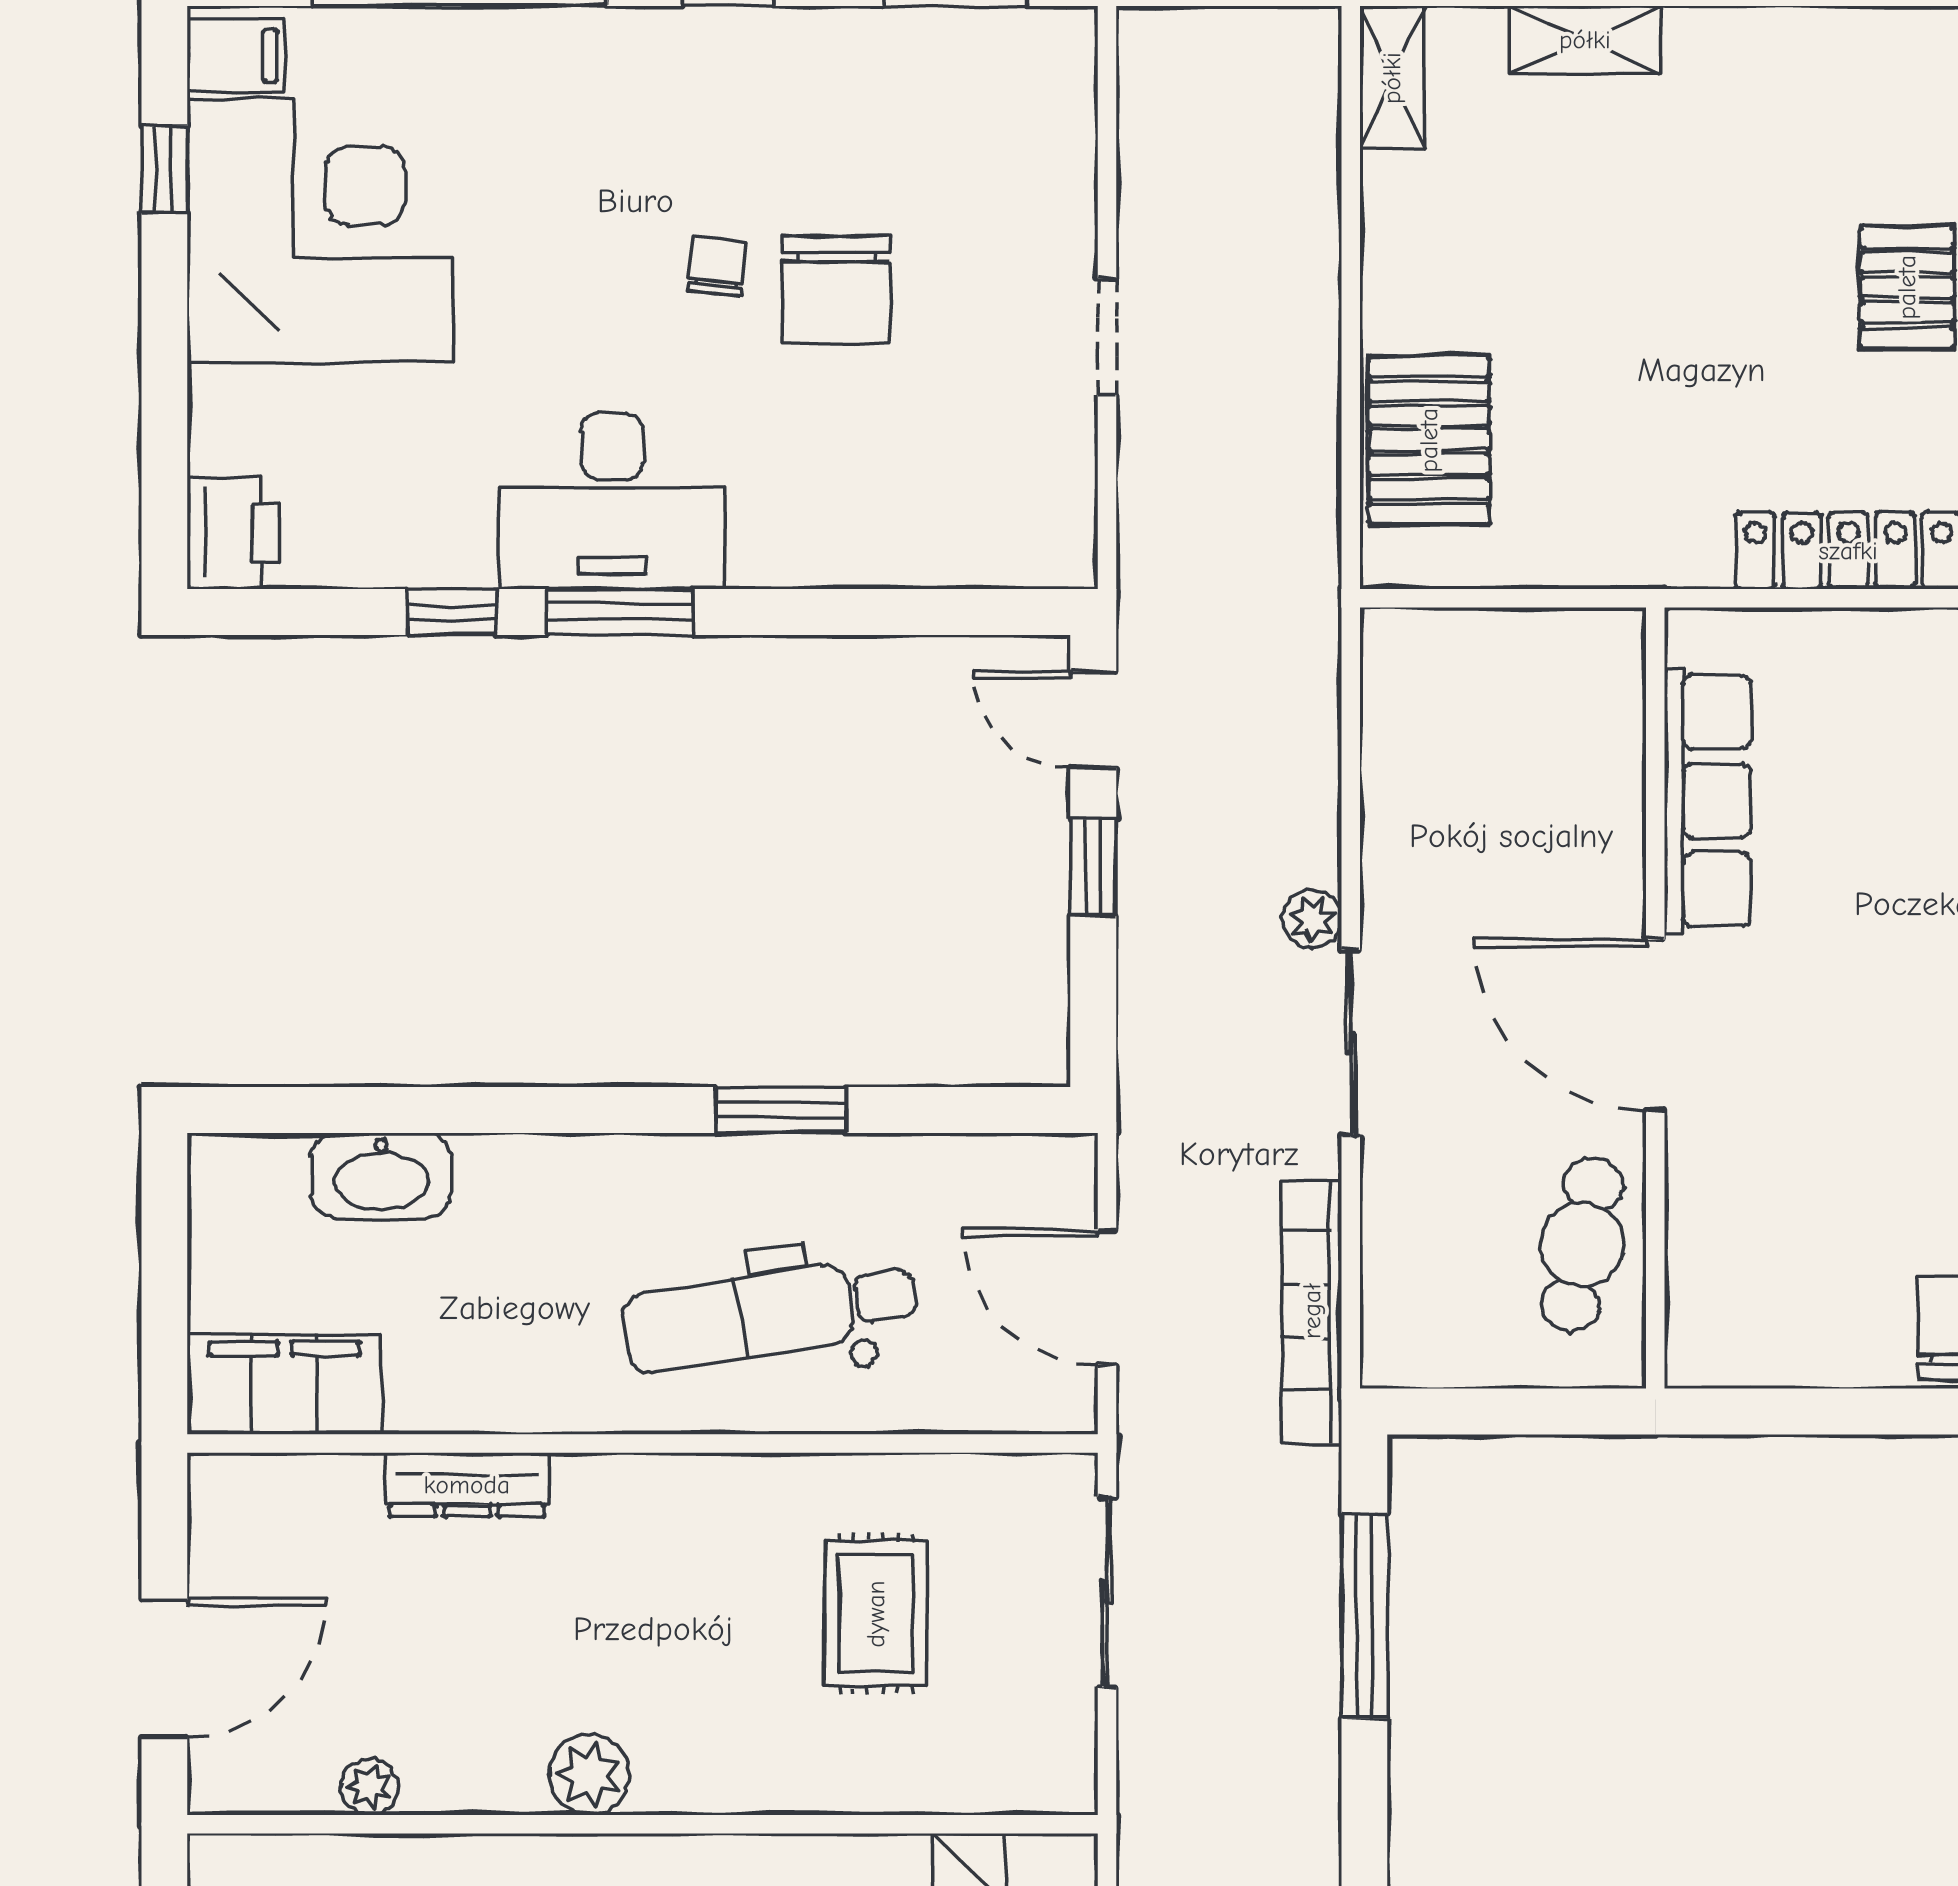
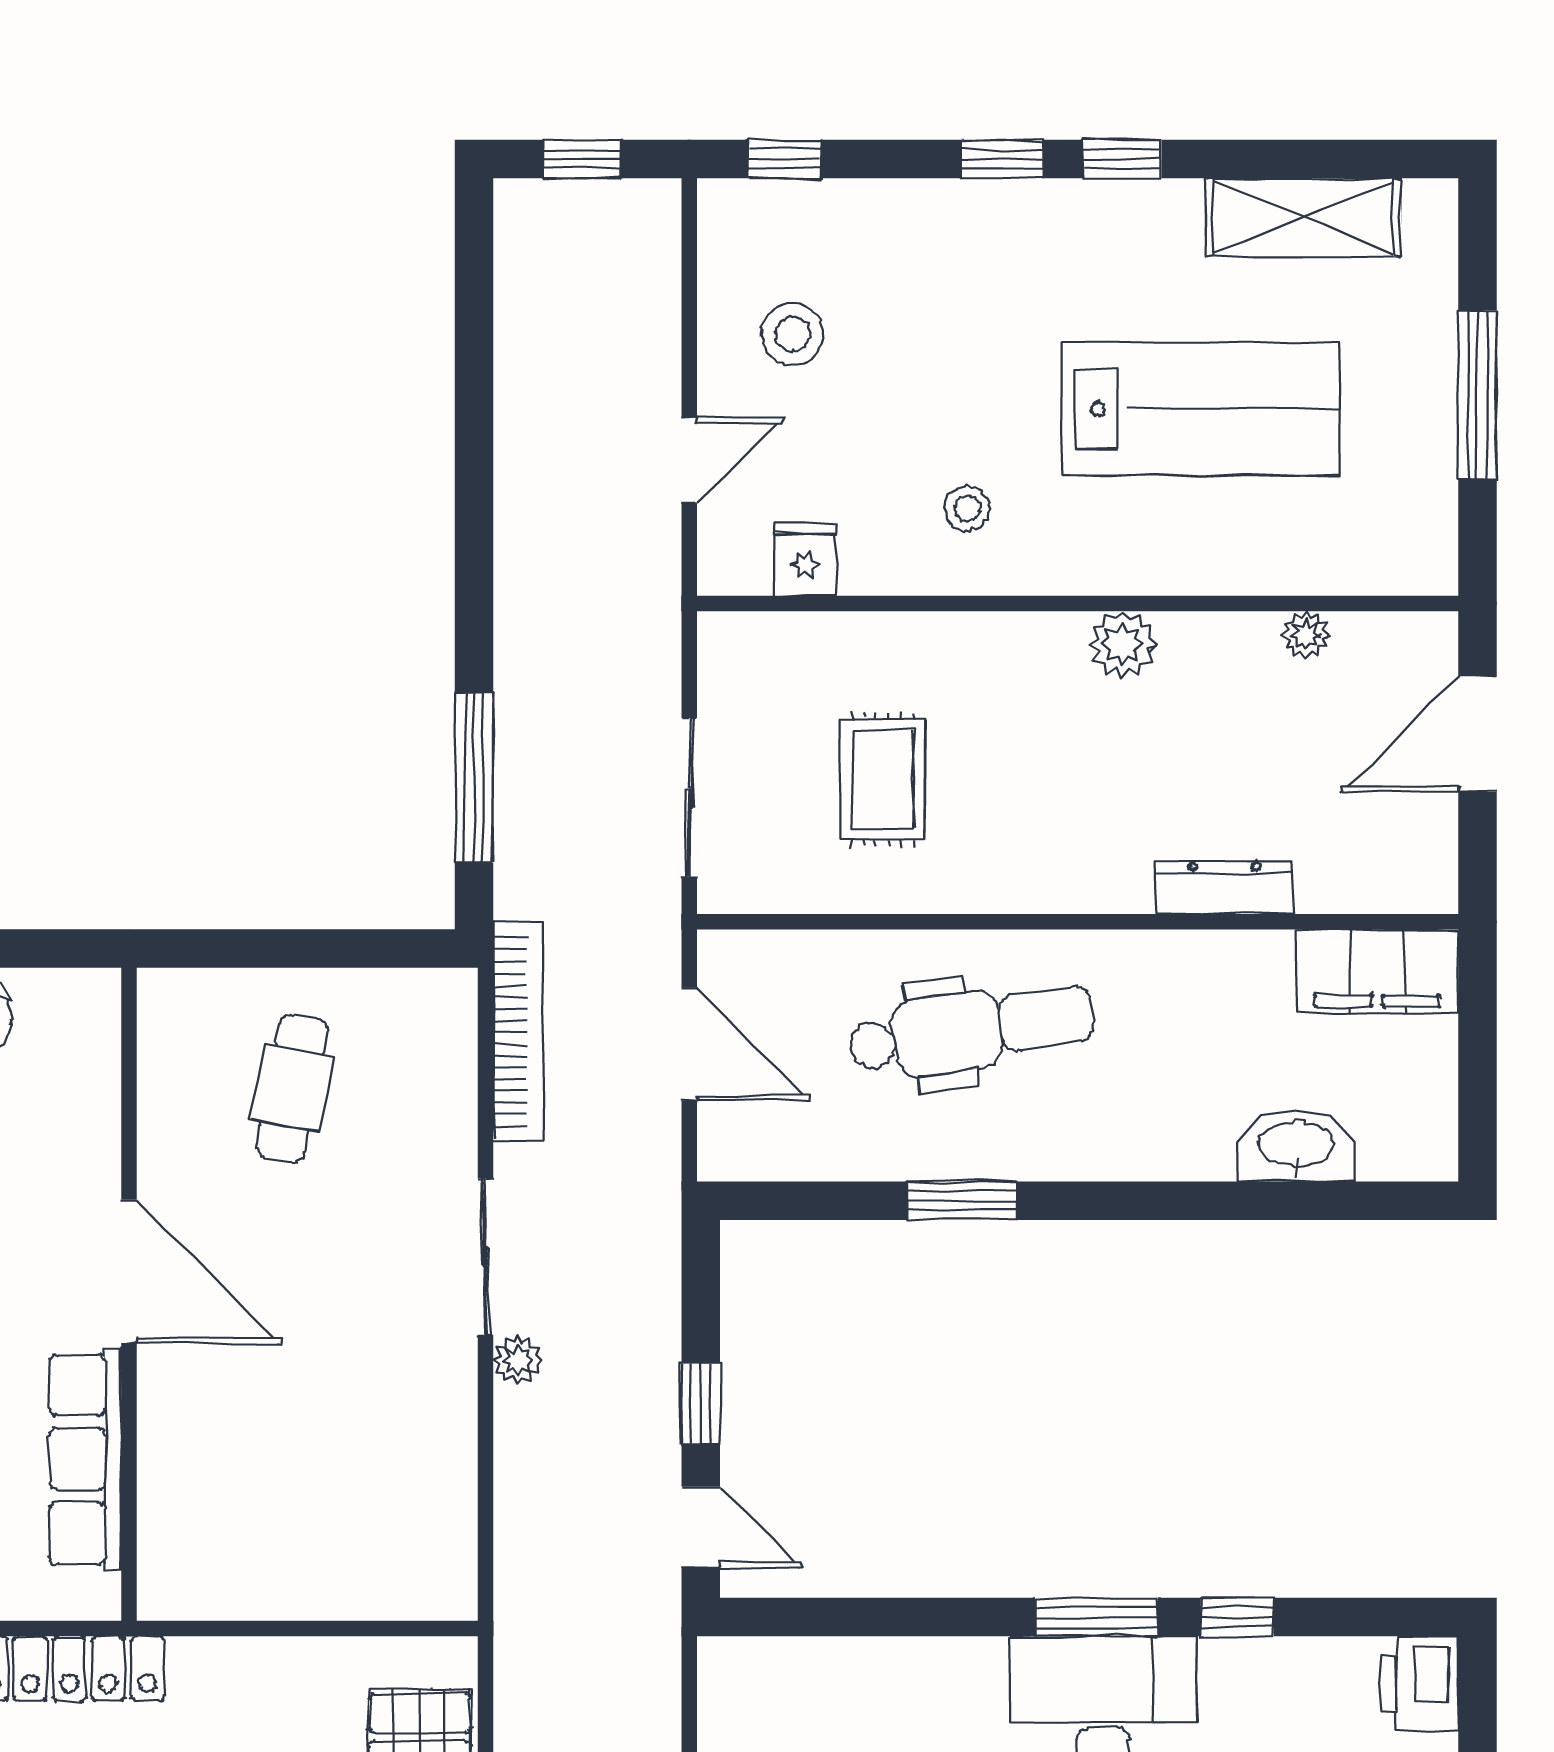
row of seats: (1707, 801) -> (85, 1459), moved
wall: (1655, 998) -> (129, 1294), moved
door: (1655, 1025) -> (129, 1271), moved

